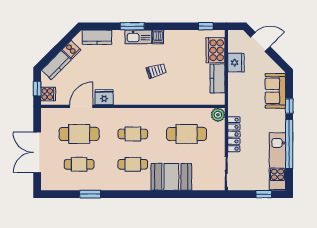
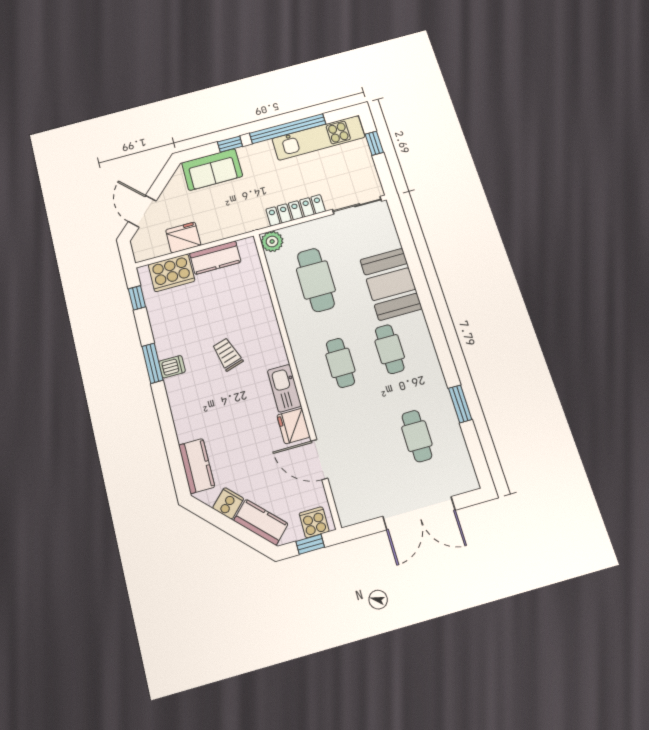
window: (132, 26) -> (152, 363), moved
kitchen sink: (138, 37) -> (284, 388), moved, turned 180
cafe table: (79, 134) -> (366, 450), removed

